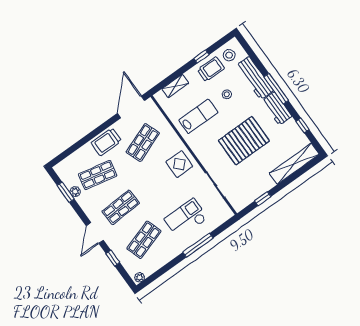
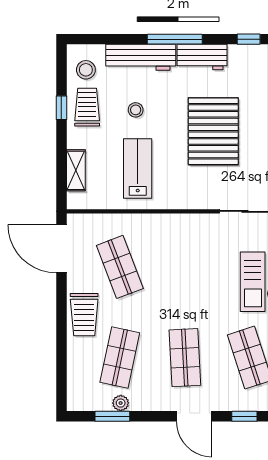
display table: (179, 164) -> (183, 239), removed

